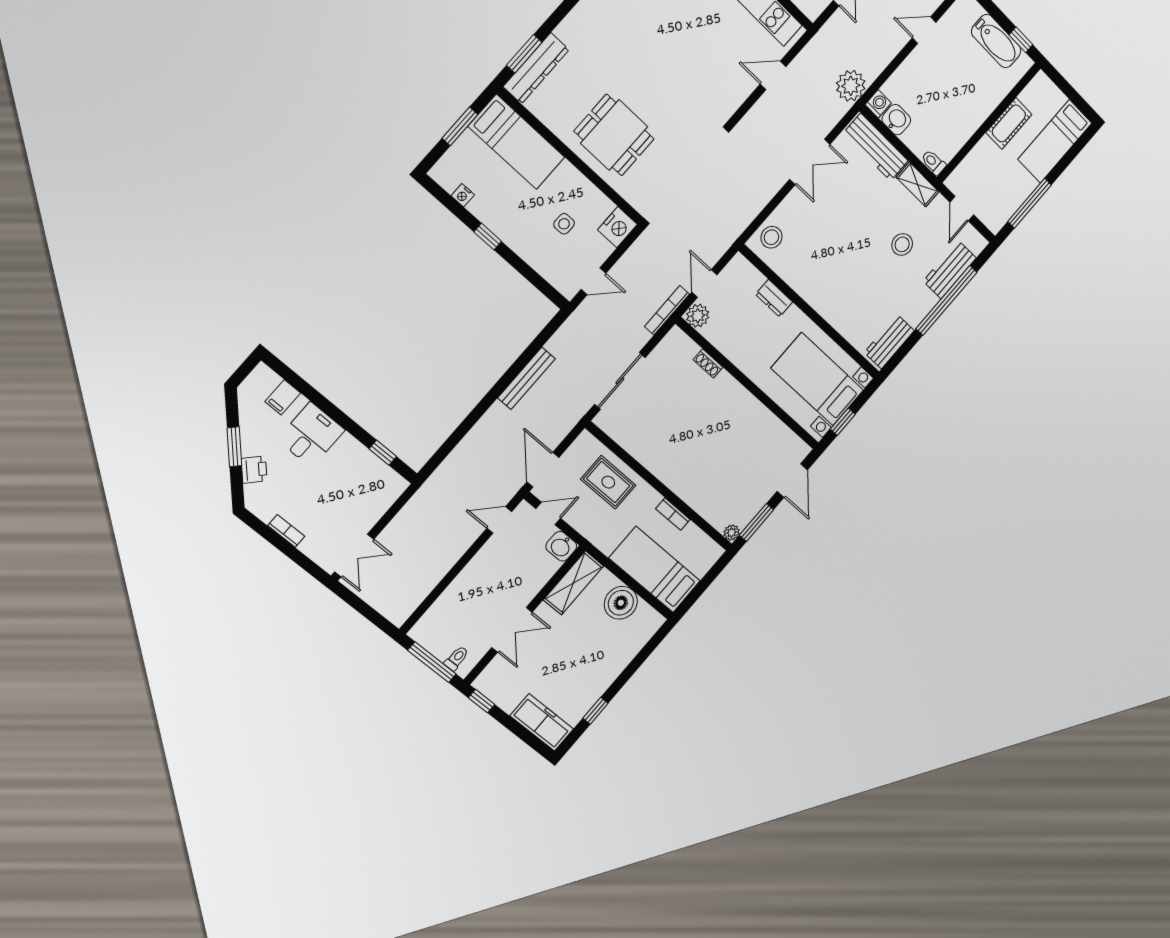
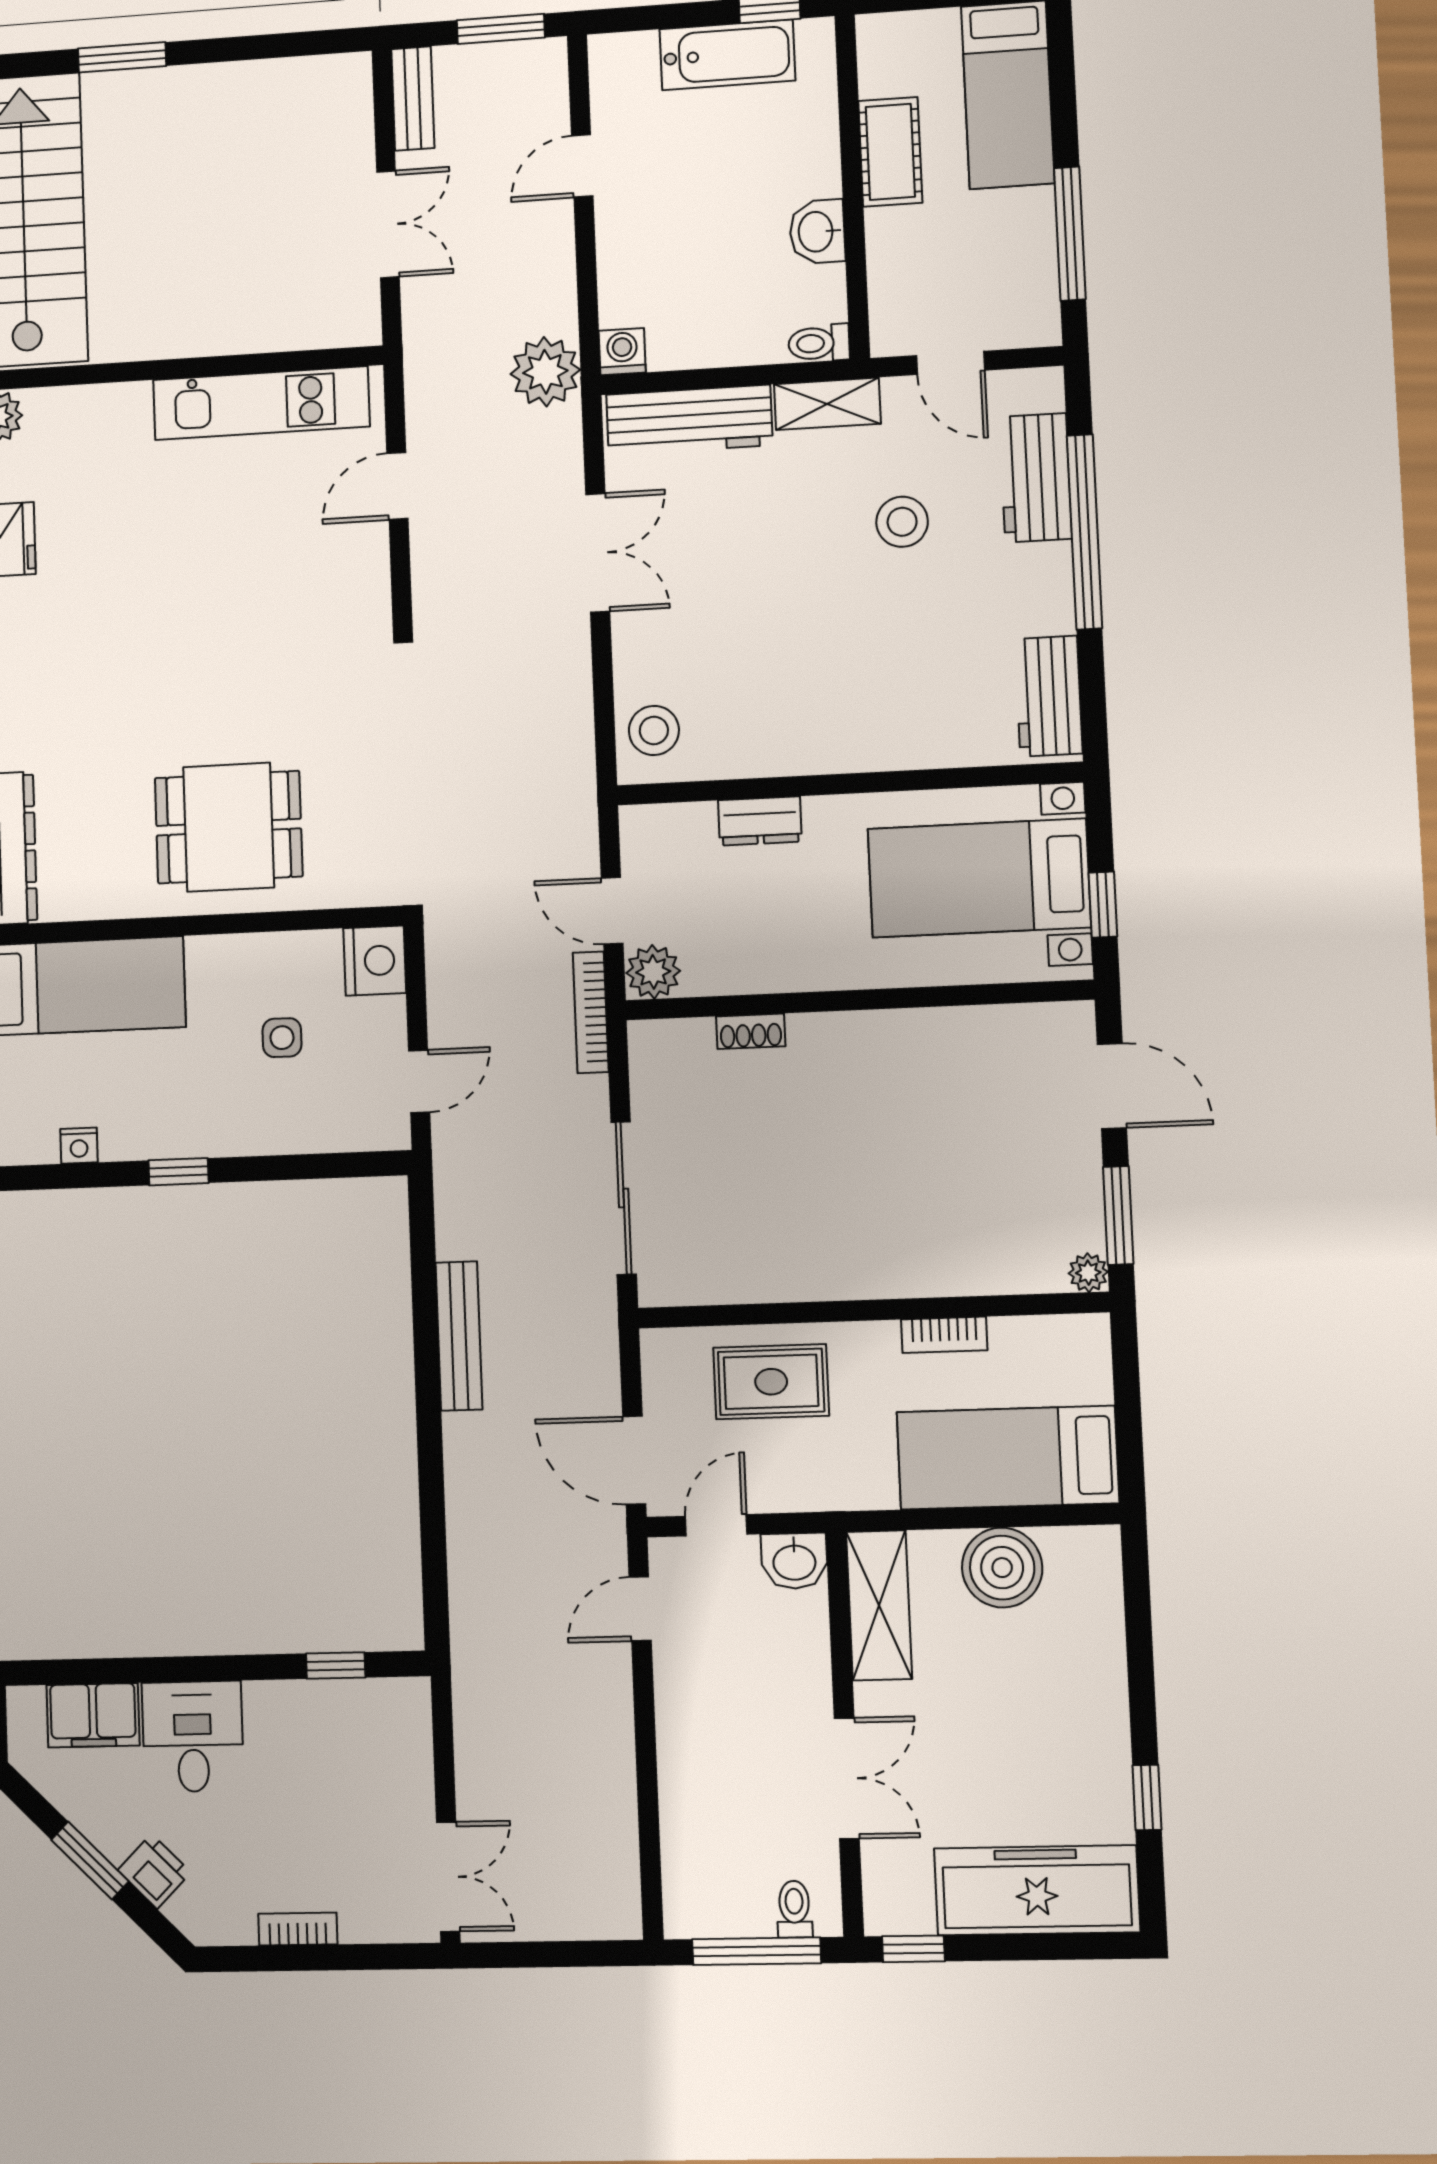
washbasin: (896, 120) -> (817, 232), moved, turned -90
filing cabinet: (283, 397) -> (93, 1715), width x2.00
freezer: (542, 722) -> (1037, 1890), width x1.36, depth x1.26

